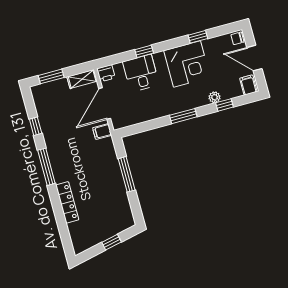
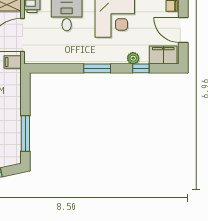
filing cabinet: (248, 85) -> (163, 55), width x2.00
window: (127, 174) -> (25, 134), moved

